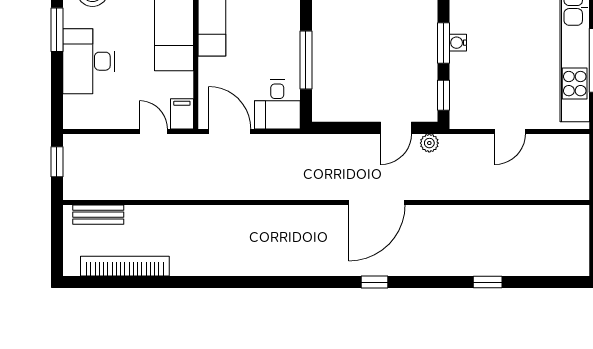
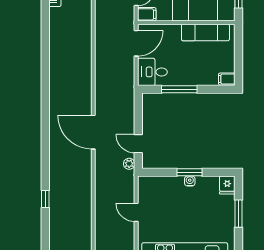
window: (443, 95) -> (158, 172), removed
window: (375, 282) -> (45, 131), removed

